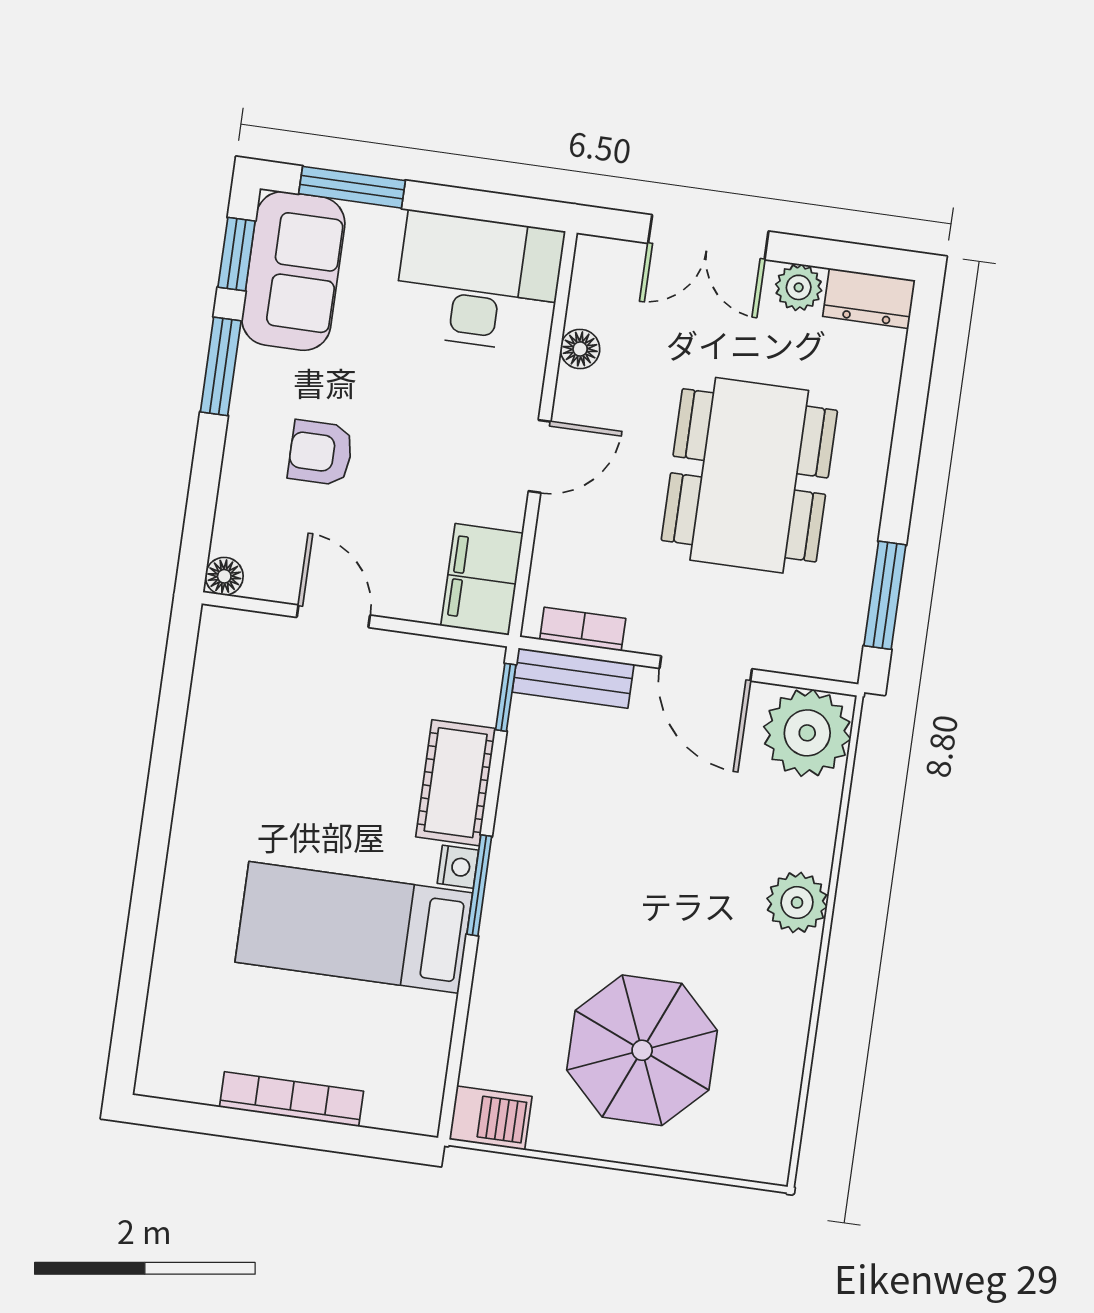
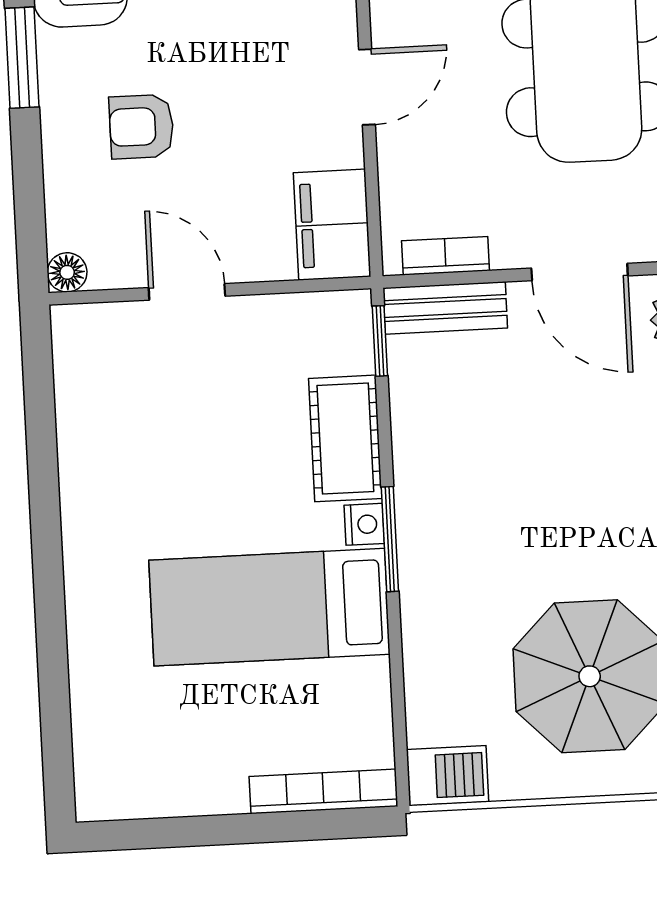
bookcase: (292, 1099) -> (323, 791), moved

